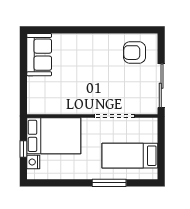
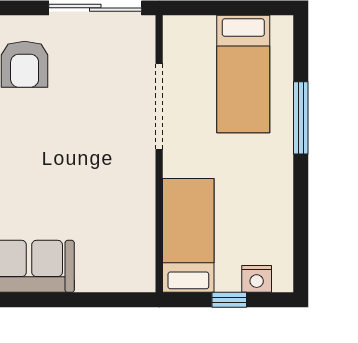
bed: (54, 136) -> (188, 235), width x0.67

